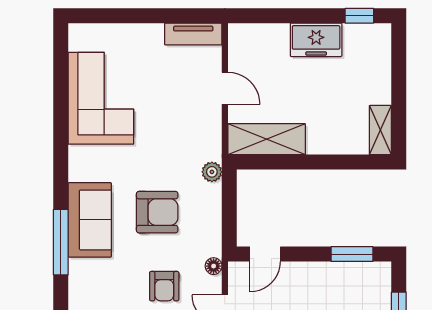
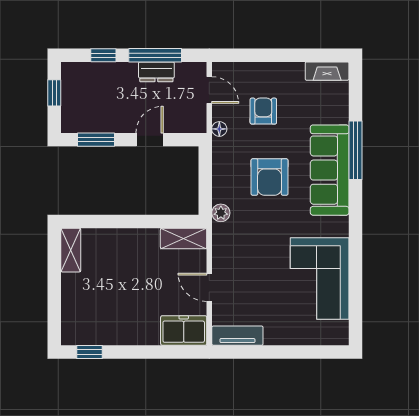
freezer: (316, 40) -> (184, 331), moved
shelving: (267, 139) -> (184, 238), width x0.67, depth x0.75
armchair: (157, 212) -> (270, 177), turned -90
sofa: (90, 220) -> (330, 170), width x1.36
door: (265, 254) -> (150, 140), moved

